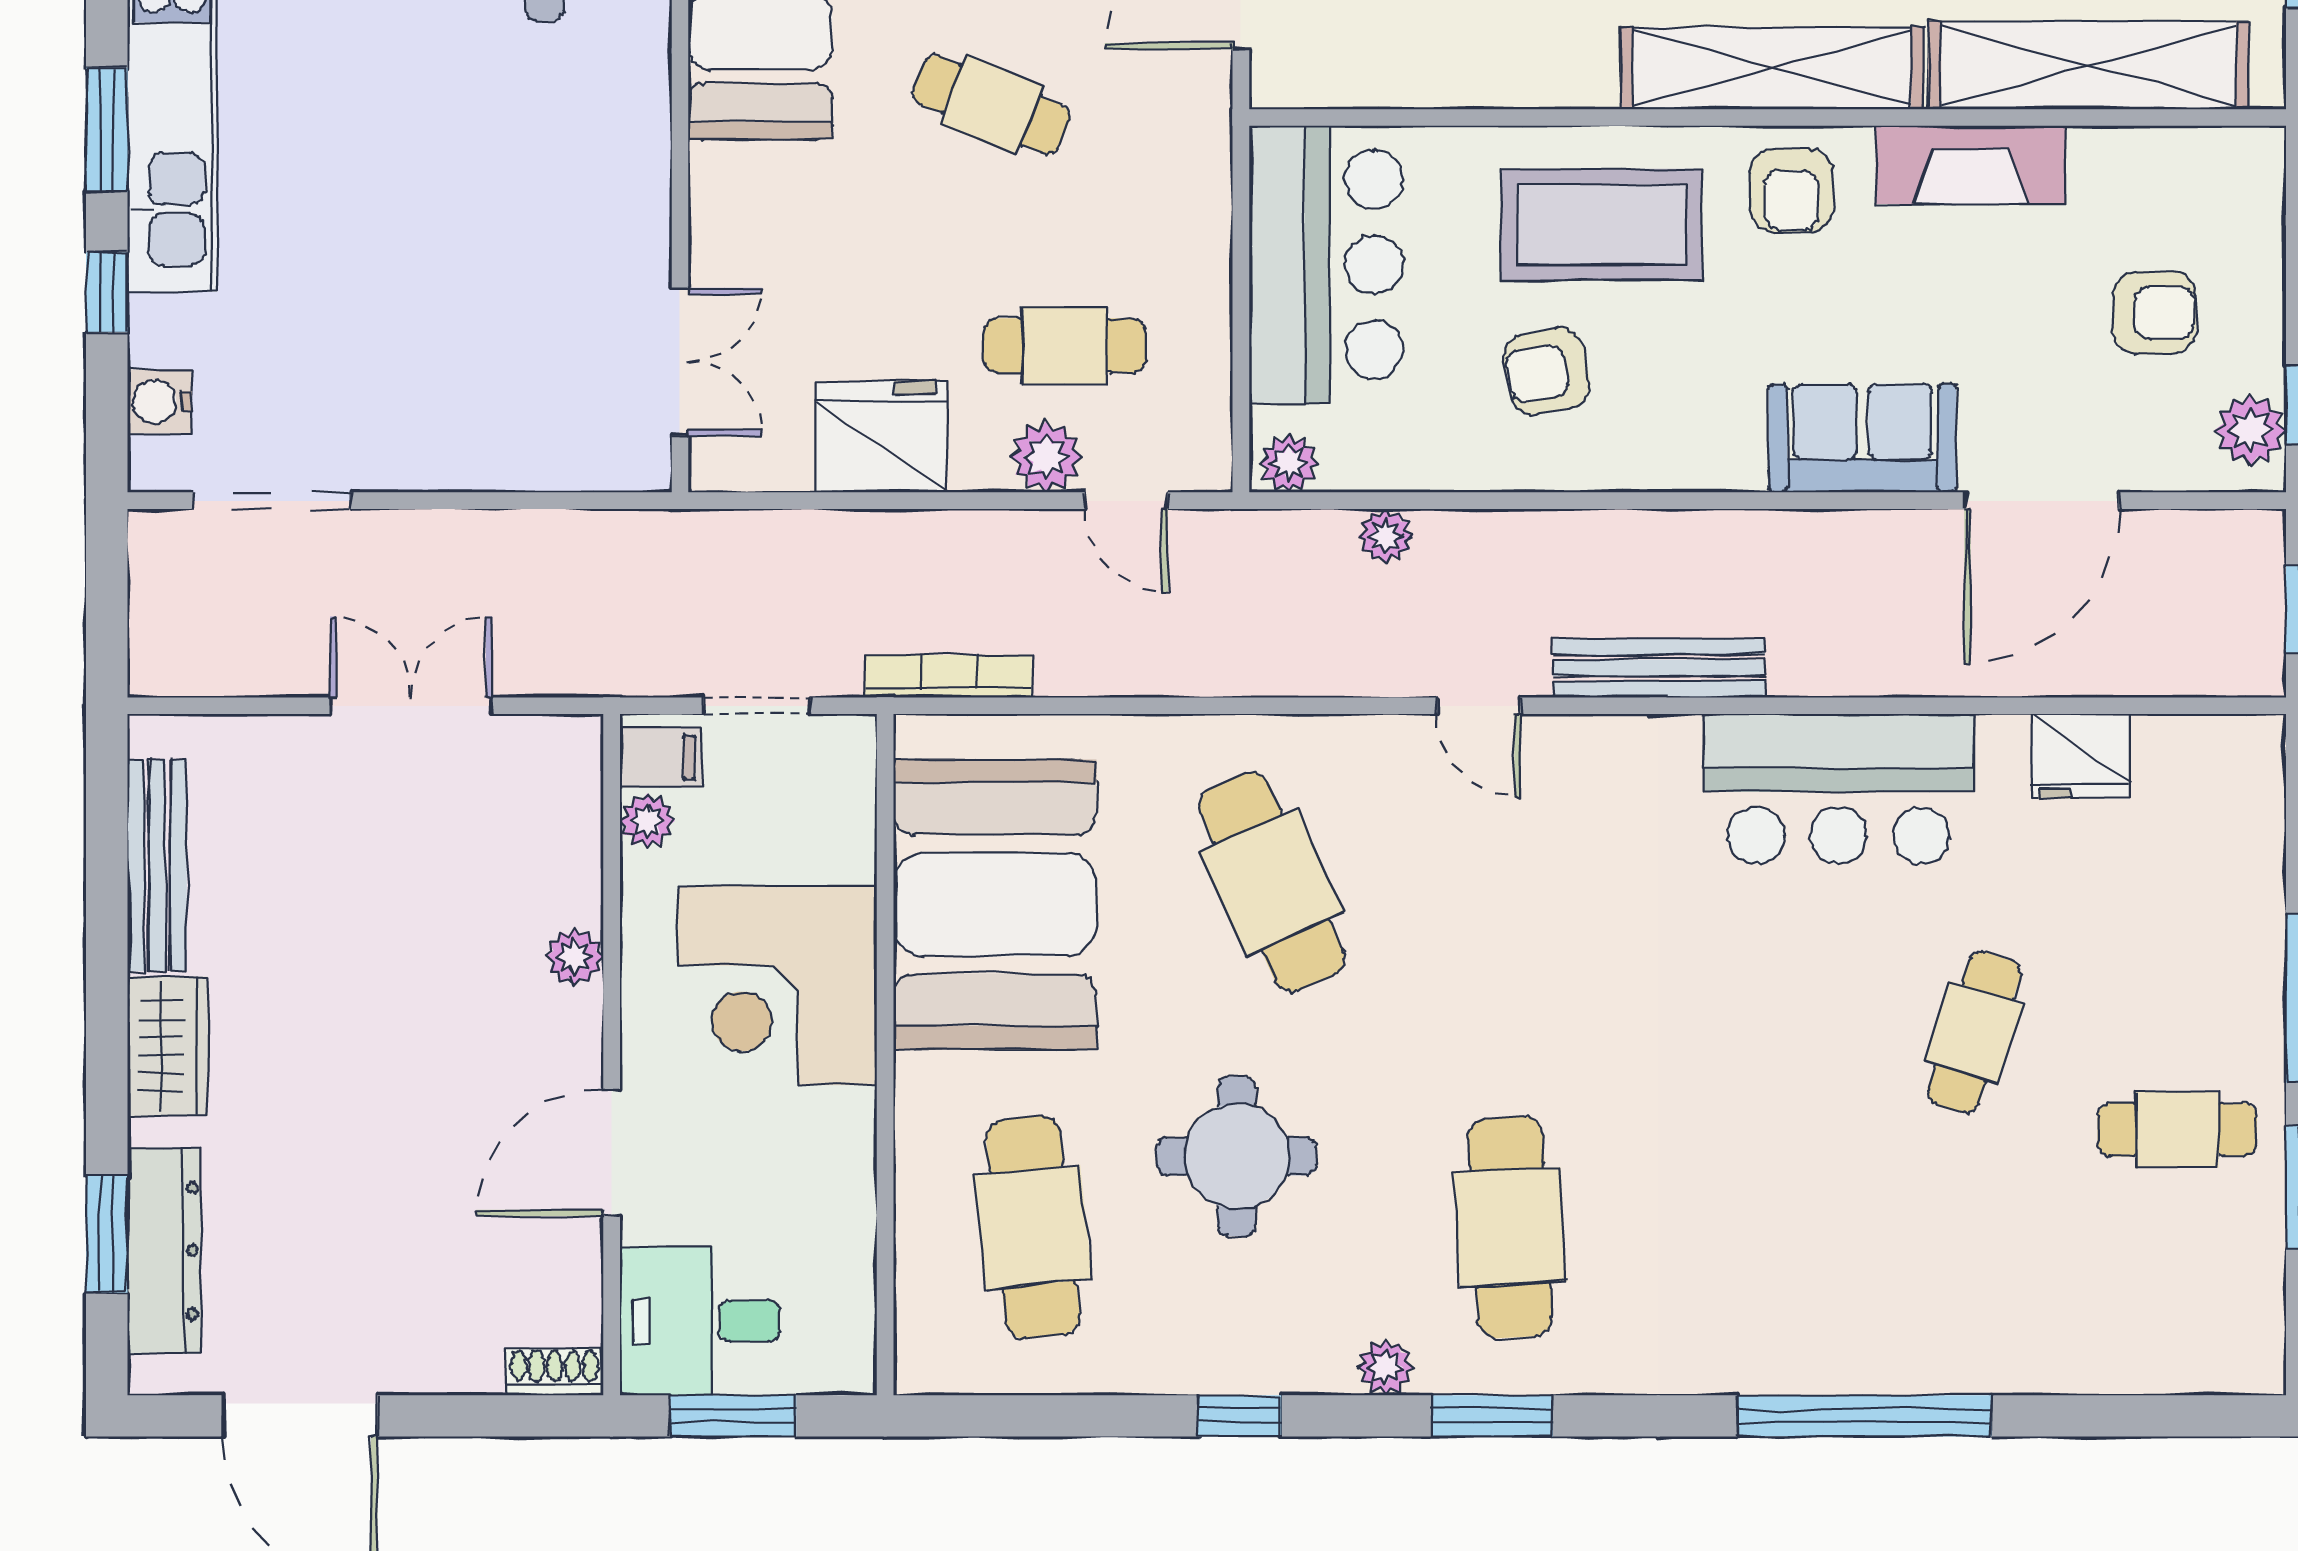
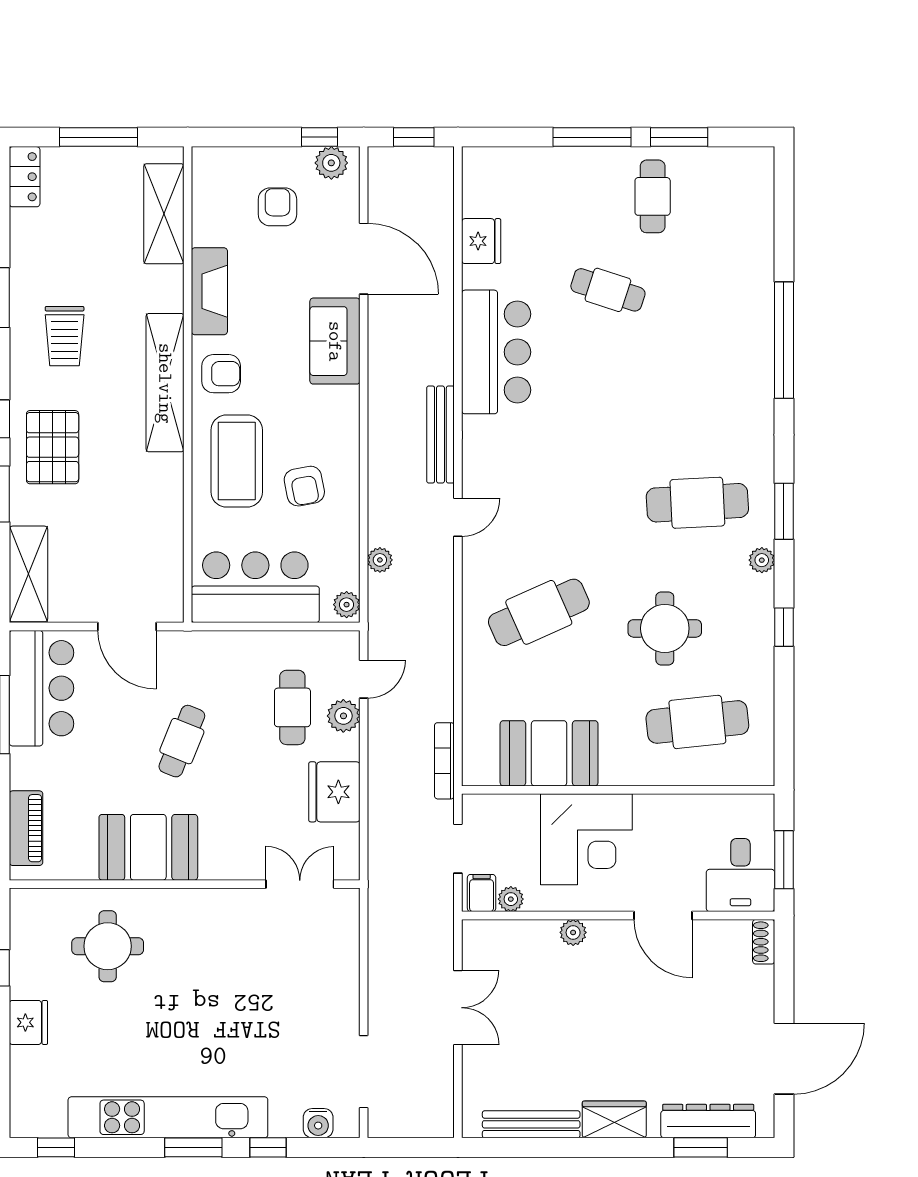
shelving: (2089, 66) -> (164, 214), width x0.68
double door: (411, 706) -> (458, 1008), swing flipped
booth: (995, 904) -> (549, 753), width x0.73, depth x0.70

